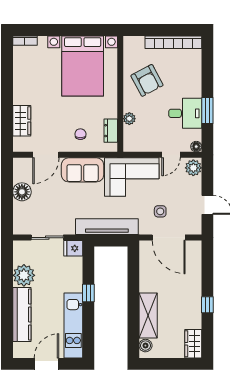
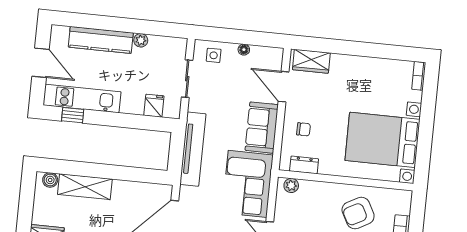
plant: (129, 119) -> (291, 185), moved
wardrobe: (22, 121) -> (311, 61), moved
floor lamp: (22, 192) -> (244, 50), width x0.53, depth x0.53
side table: (160, 211) -> (214, 55), moved
fridge: (73, 248) -> (154, 106), moved
plant: (24, 275) -> (141, 40), width x0.53, depth x0.53
window: (88, 293) -> (73, 115), moved

